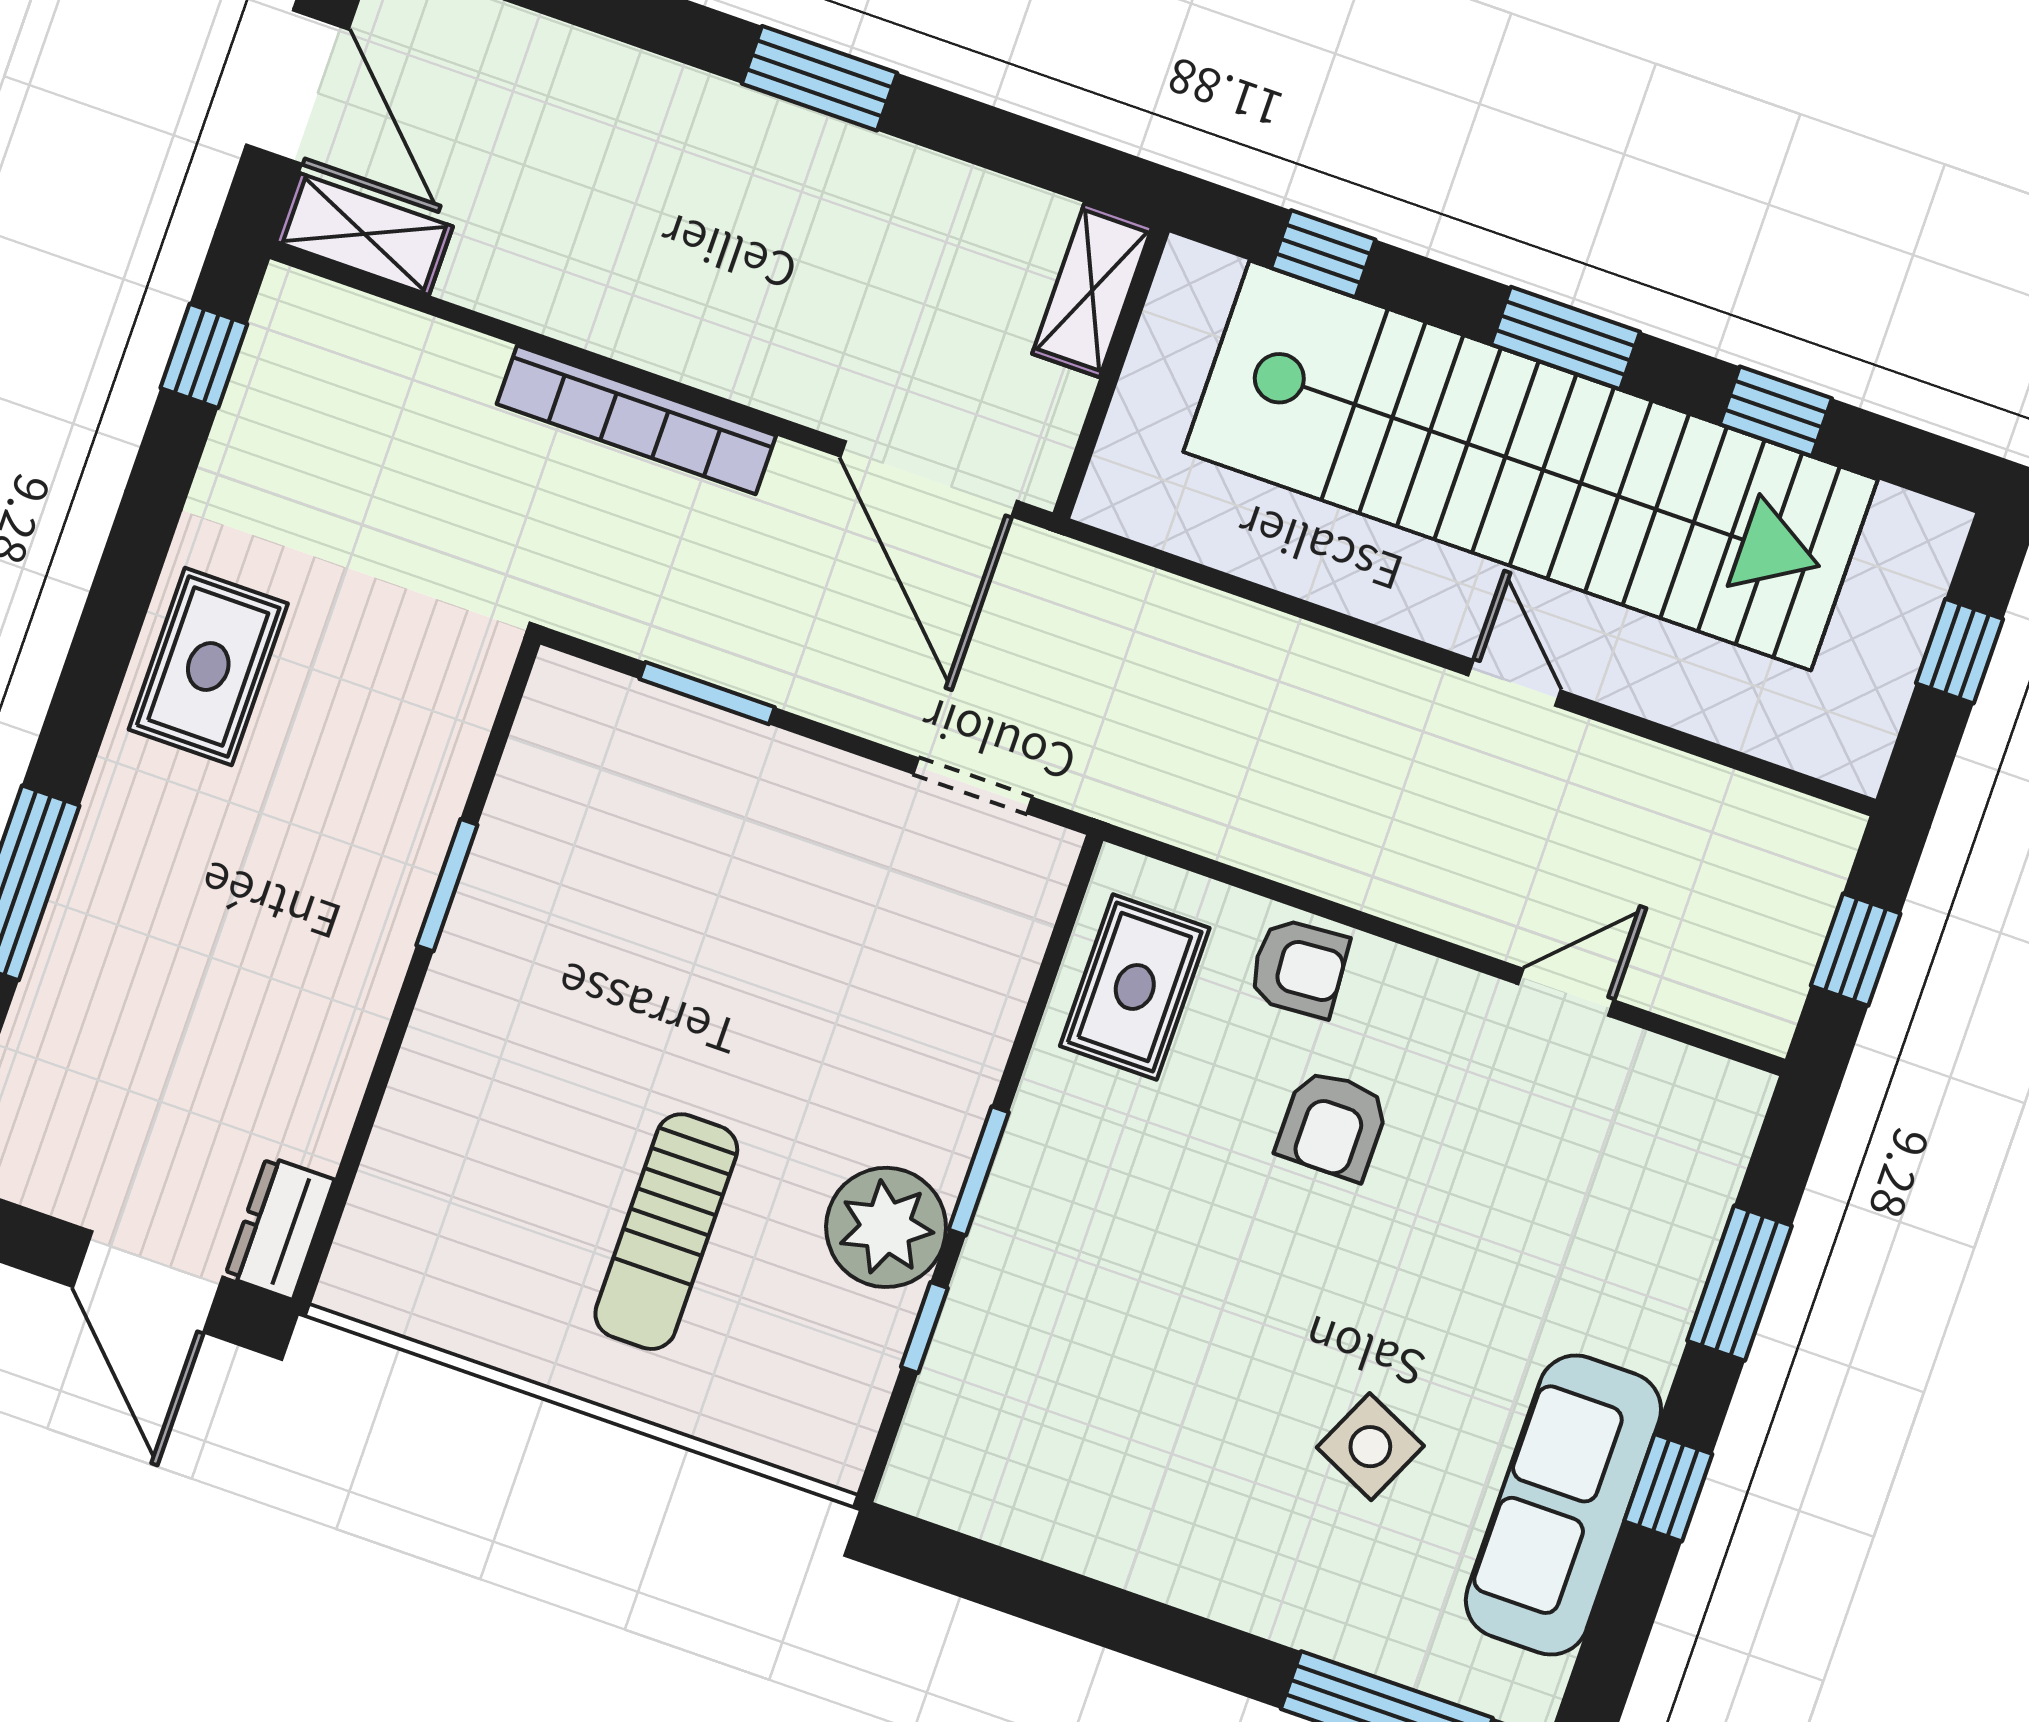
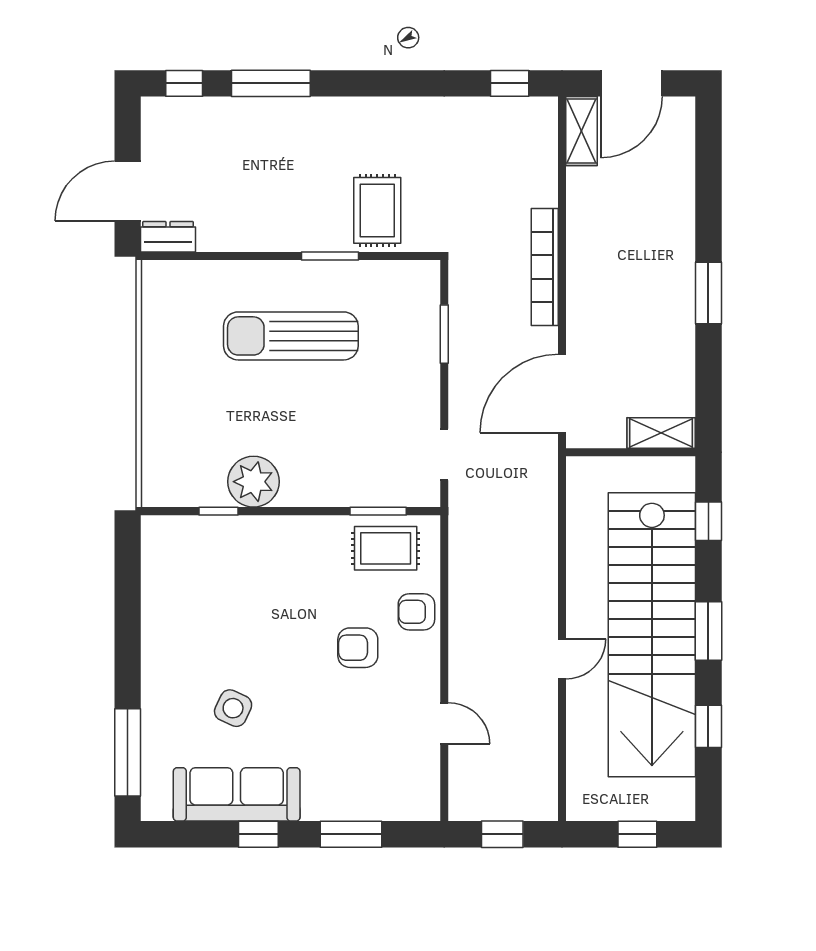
rug: (208, 667) -> (377, 210), moved, turned 90
armchair: (1299, 968) -> (416, 612), turned 94
window: (979, 1171) -> (378, 511), moved
sun lounger: (666, 1232) -> (291, 336), moved, width x1.36, depth x1.34

